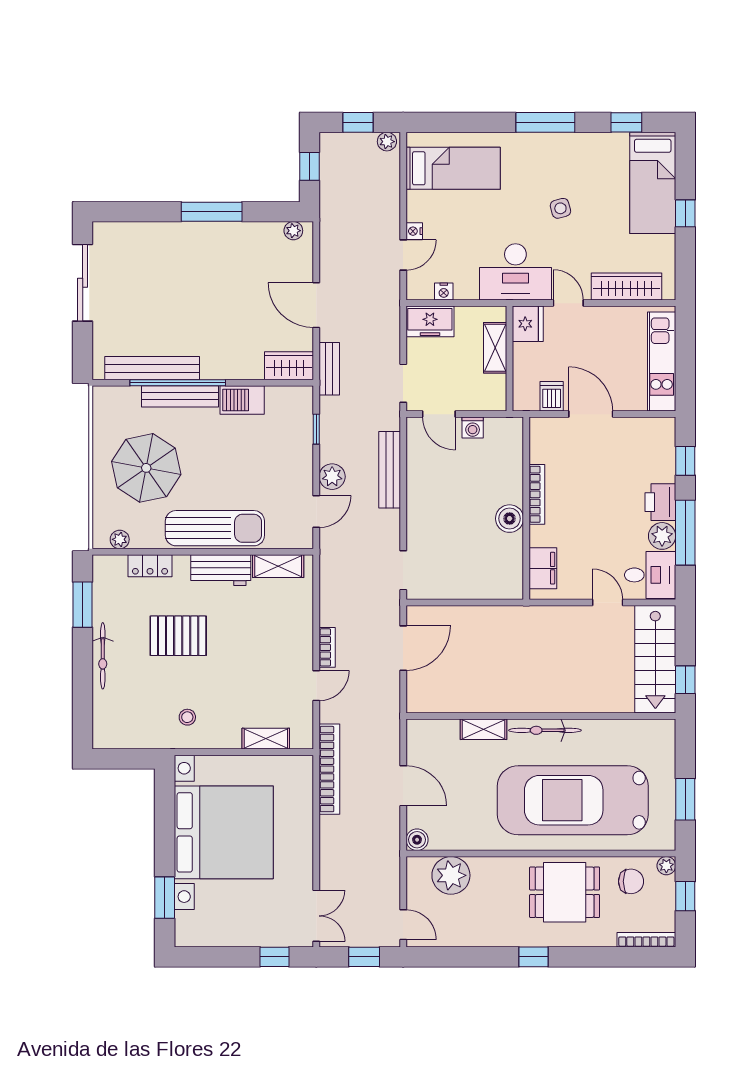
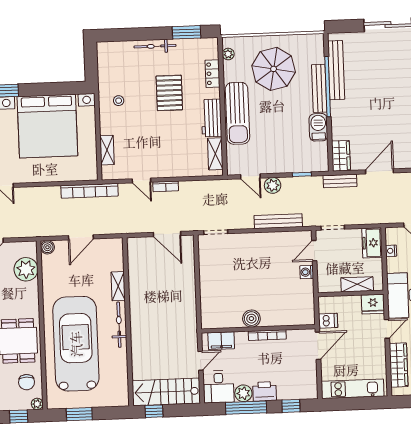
bookcase: (537, 494) -> (267, 335), moved
wall: (526, 508) -> (258, 329), moved
boiler: (510, 519) -> (251, 319), moved
filing cabinet: (543, 568) -> (221, 341), moved

